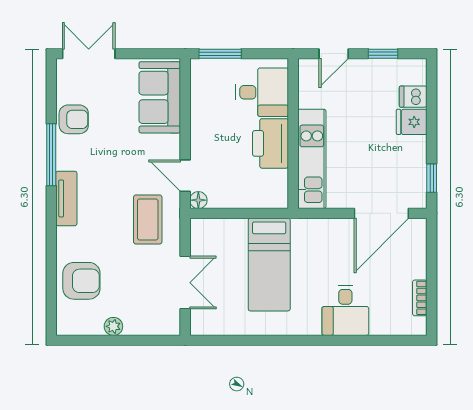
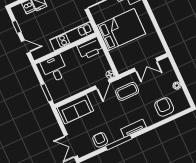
printer: (271, 143) -> (90, 48), moved
bed: (269, 265) -> (121, 30), width x1.50
double door: (185, 283) -> (146, 65), swing flipped

